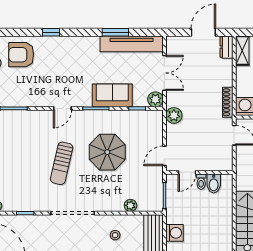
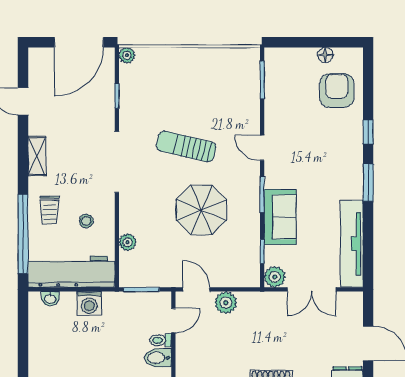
window: (115, 32) -> (368, 183), moved
plant: (174, 115) -> (226, 303), moved
door: (187, 172) -> (173, 321), swing flipped

